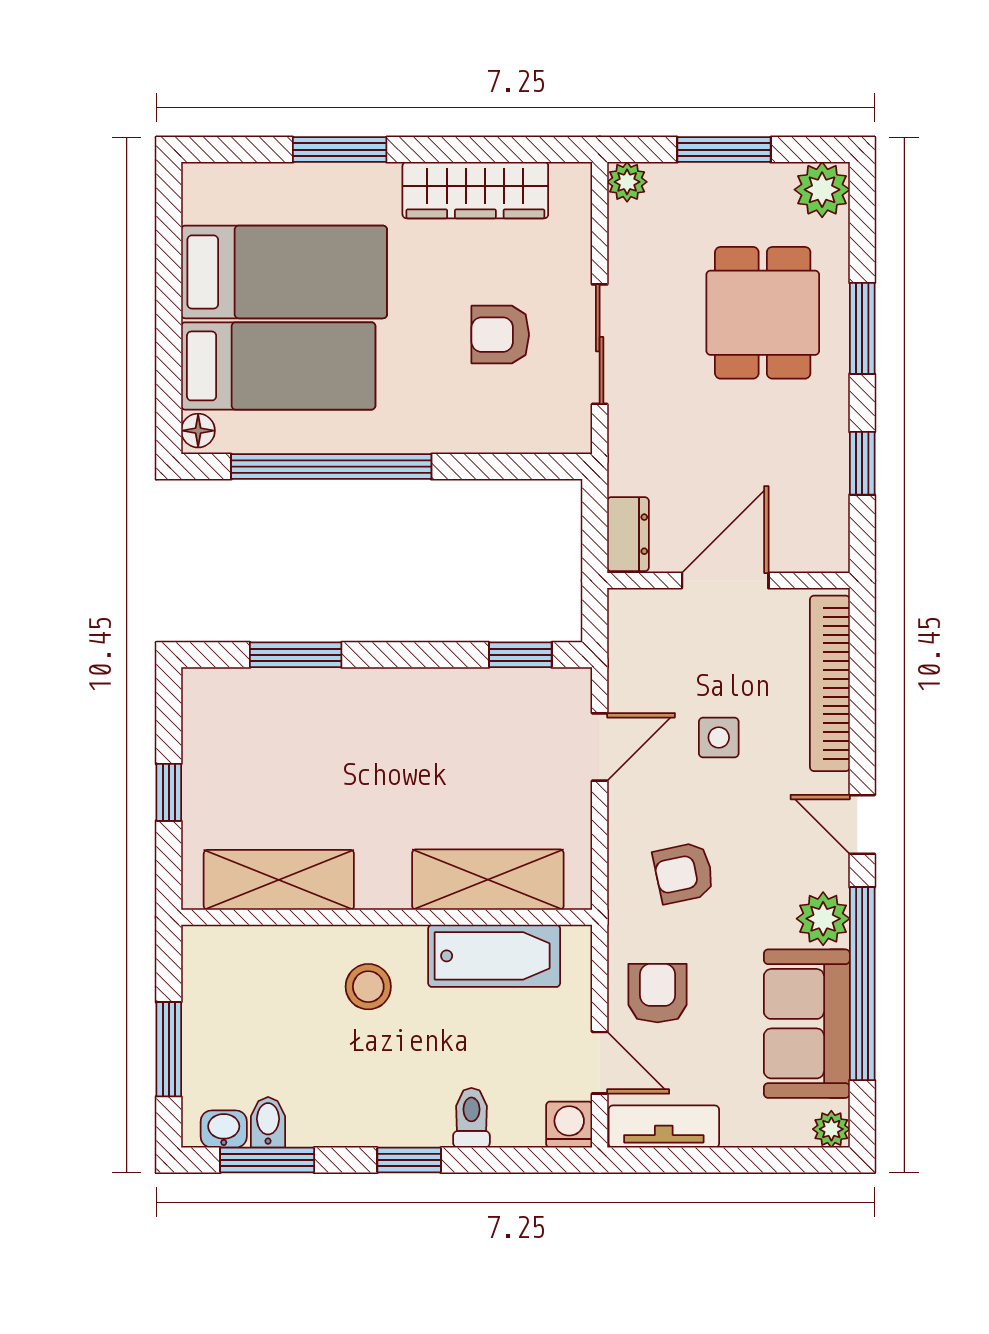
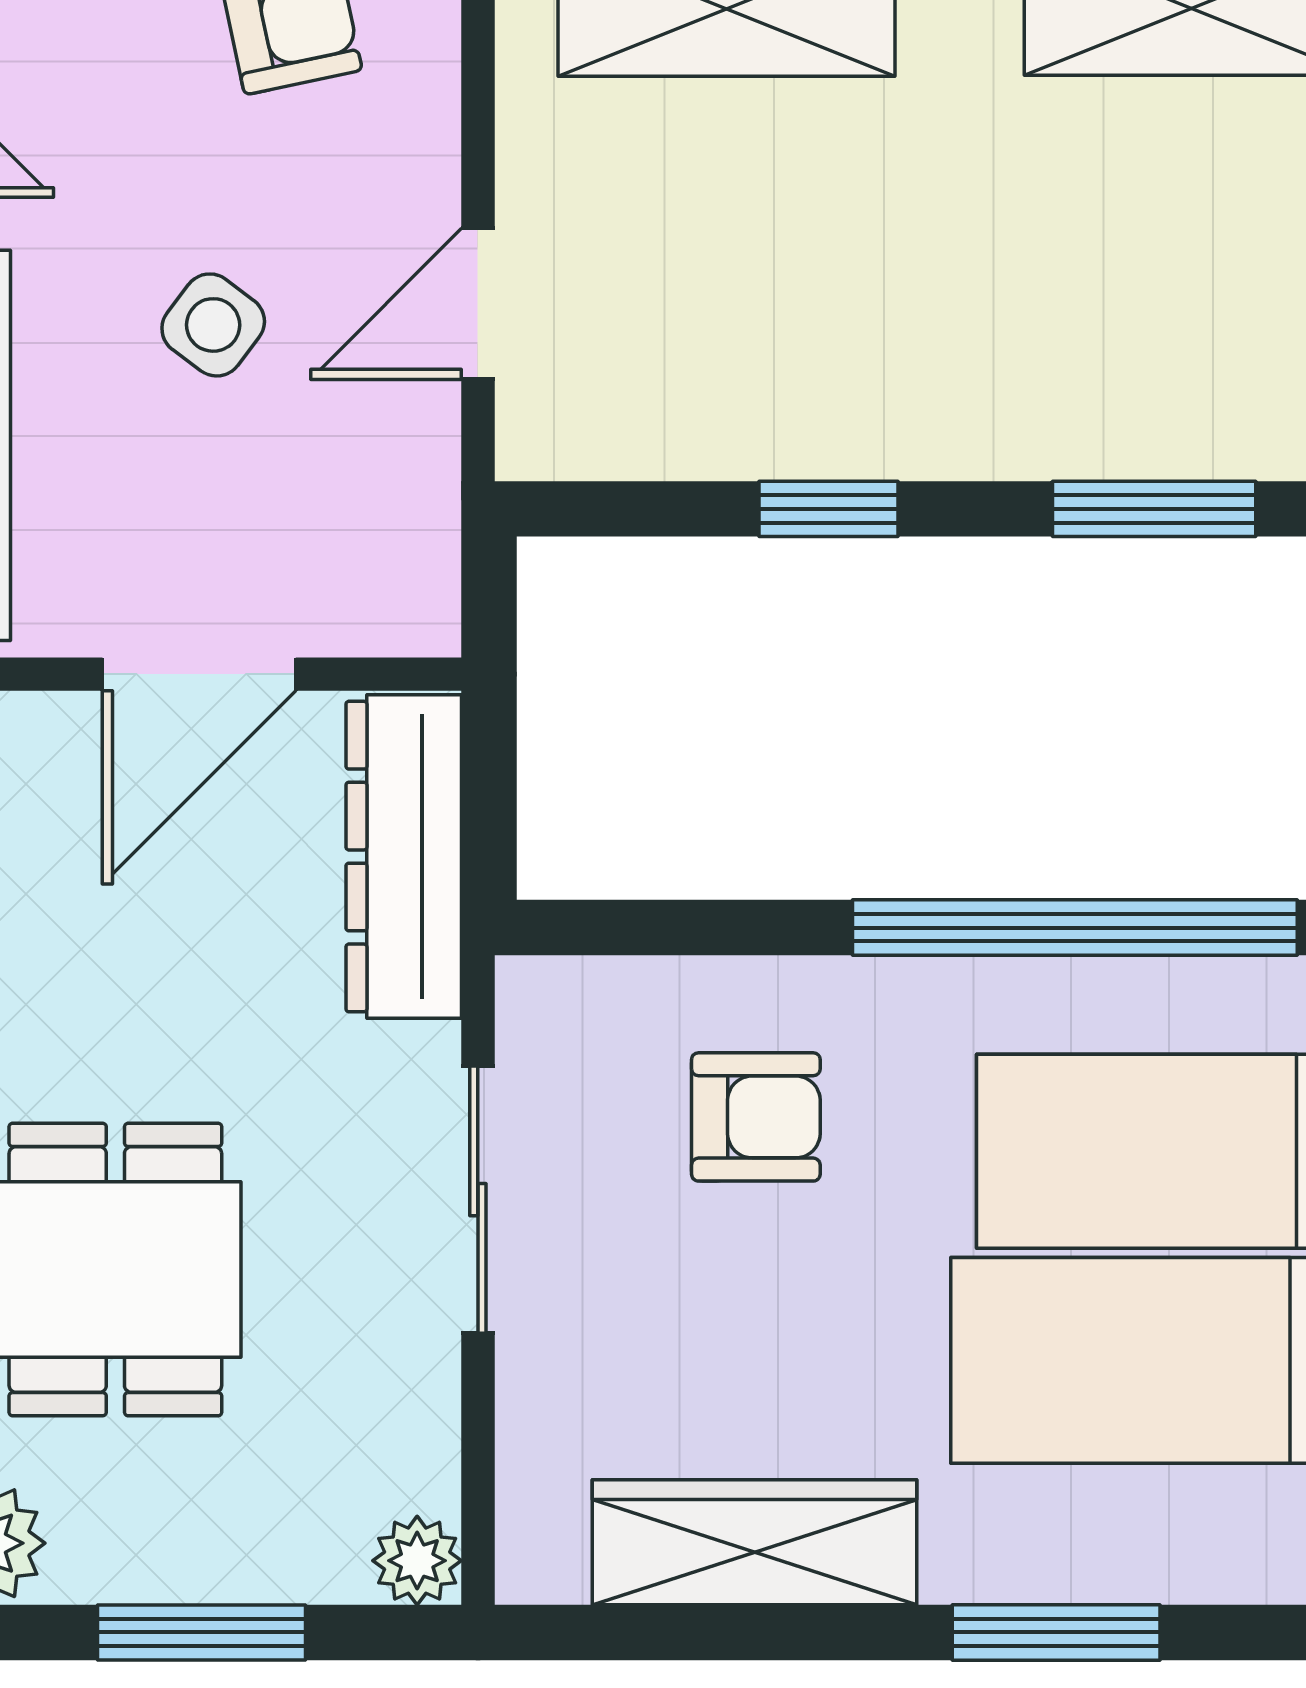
armchair: (500, 335) -> (756, 1117), moved
dresser: (628, 534) -> (404, 857), width x1.96, depth x1.24
window: (520, 655) -> (829, 509), moved
side table: (719, 738) -> (213, 325), turned 37

